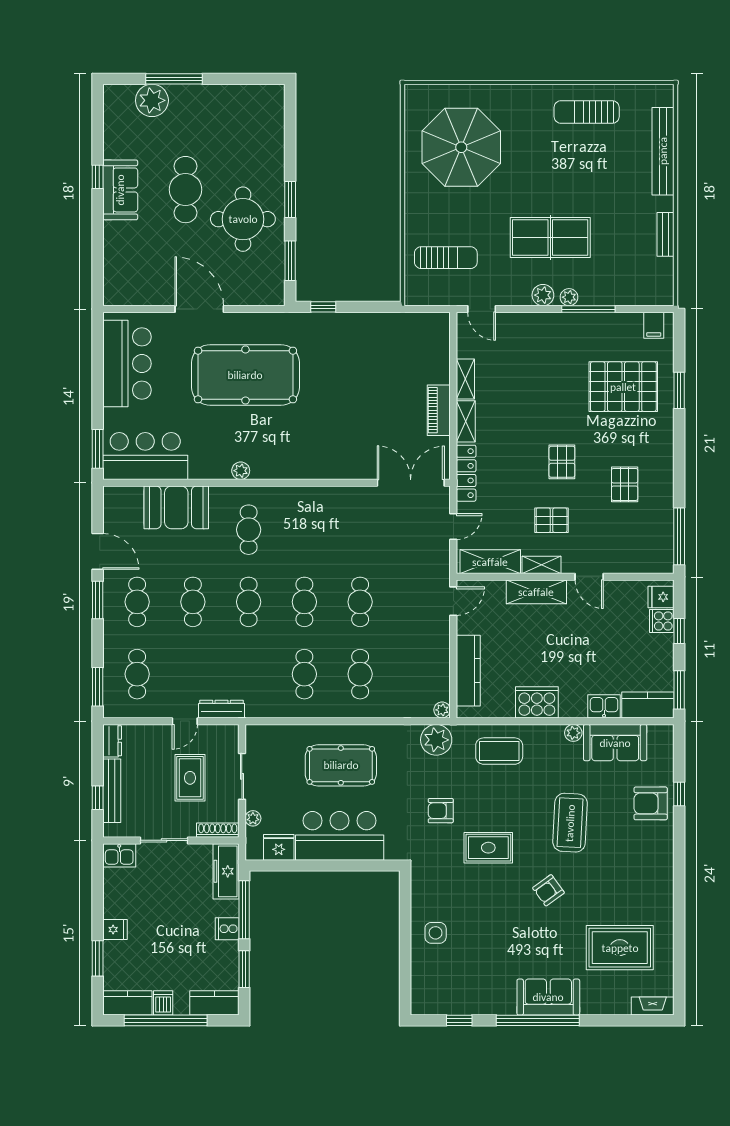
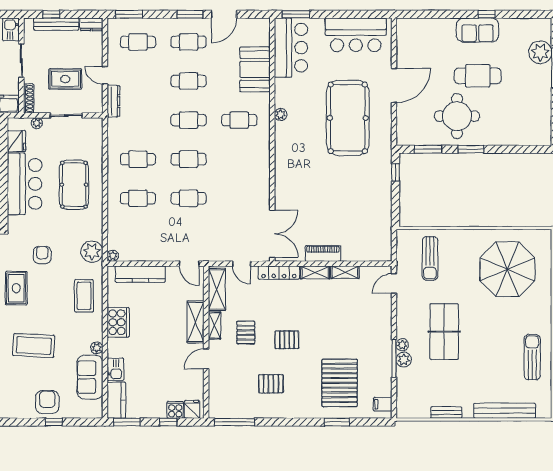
plant: (543, 295) -> (404, 360), moved

